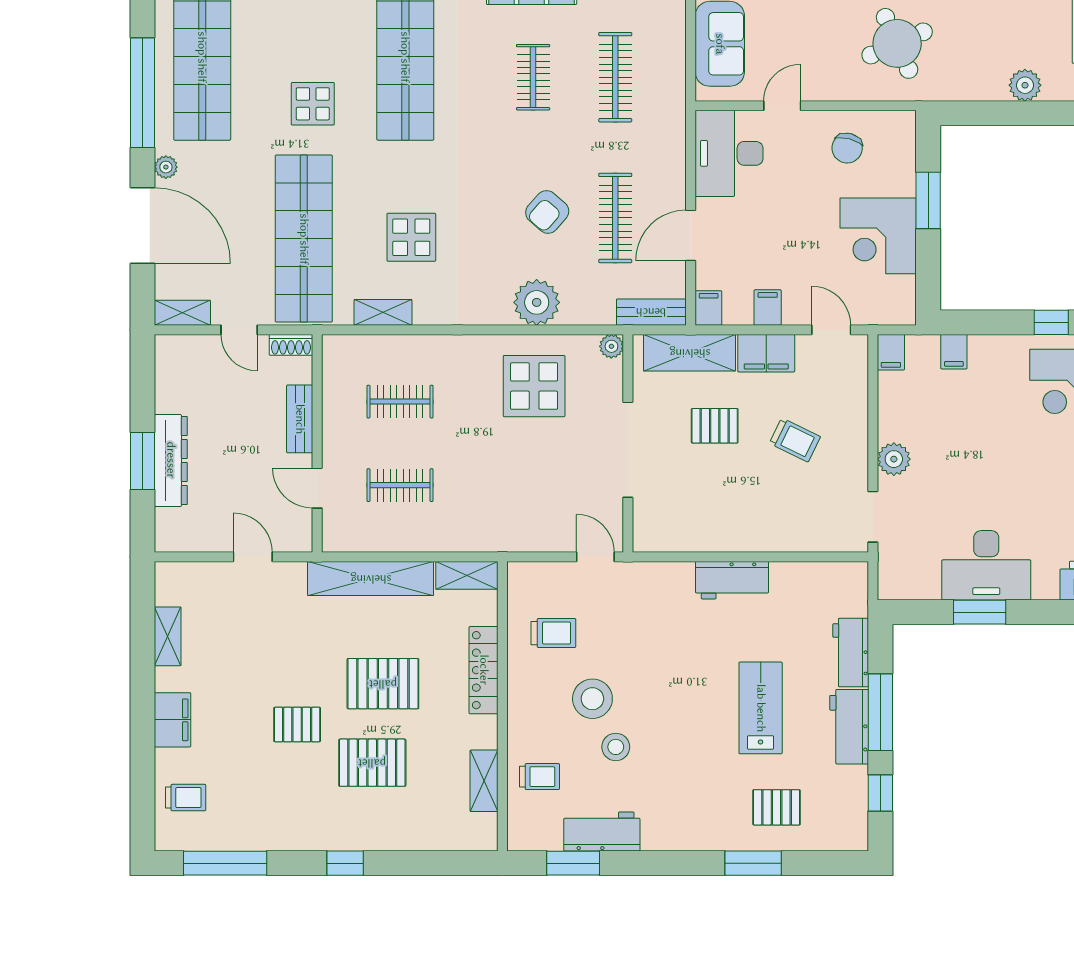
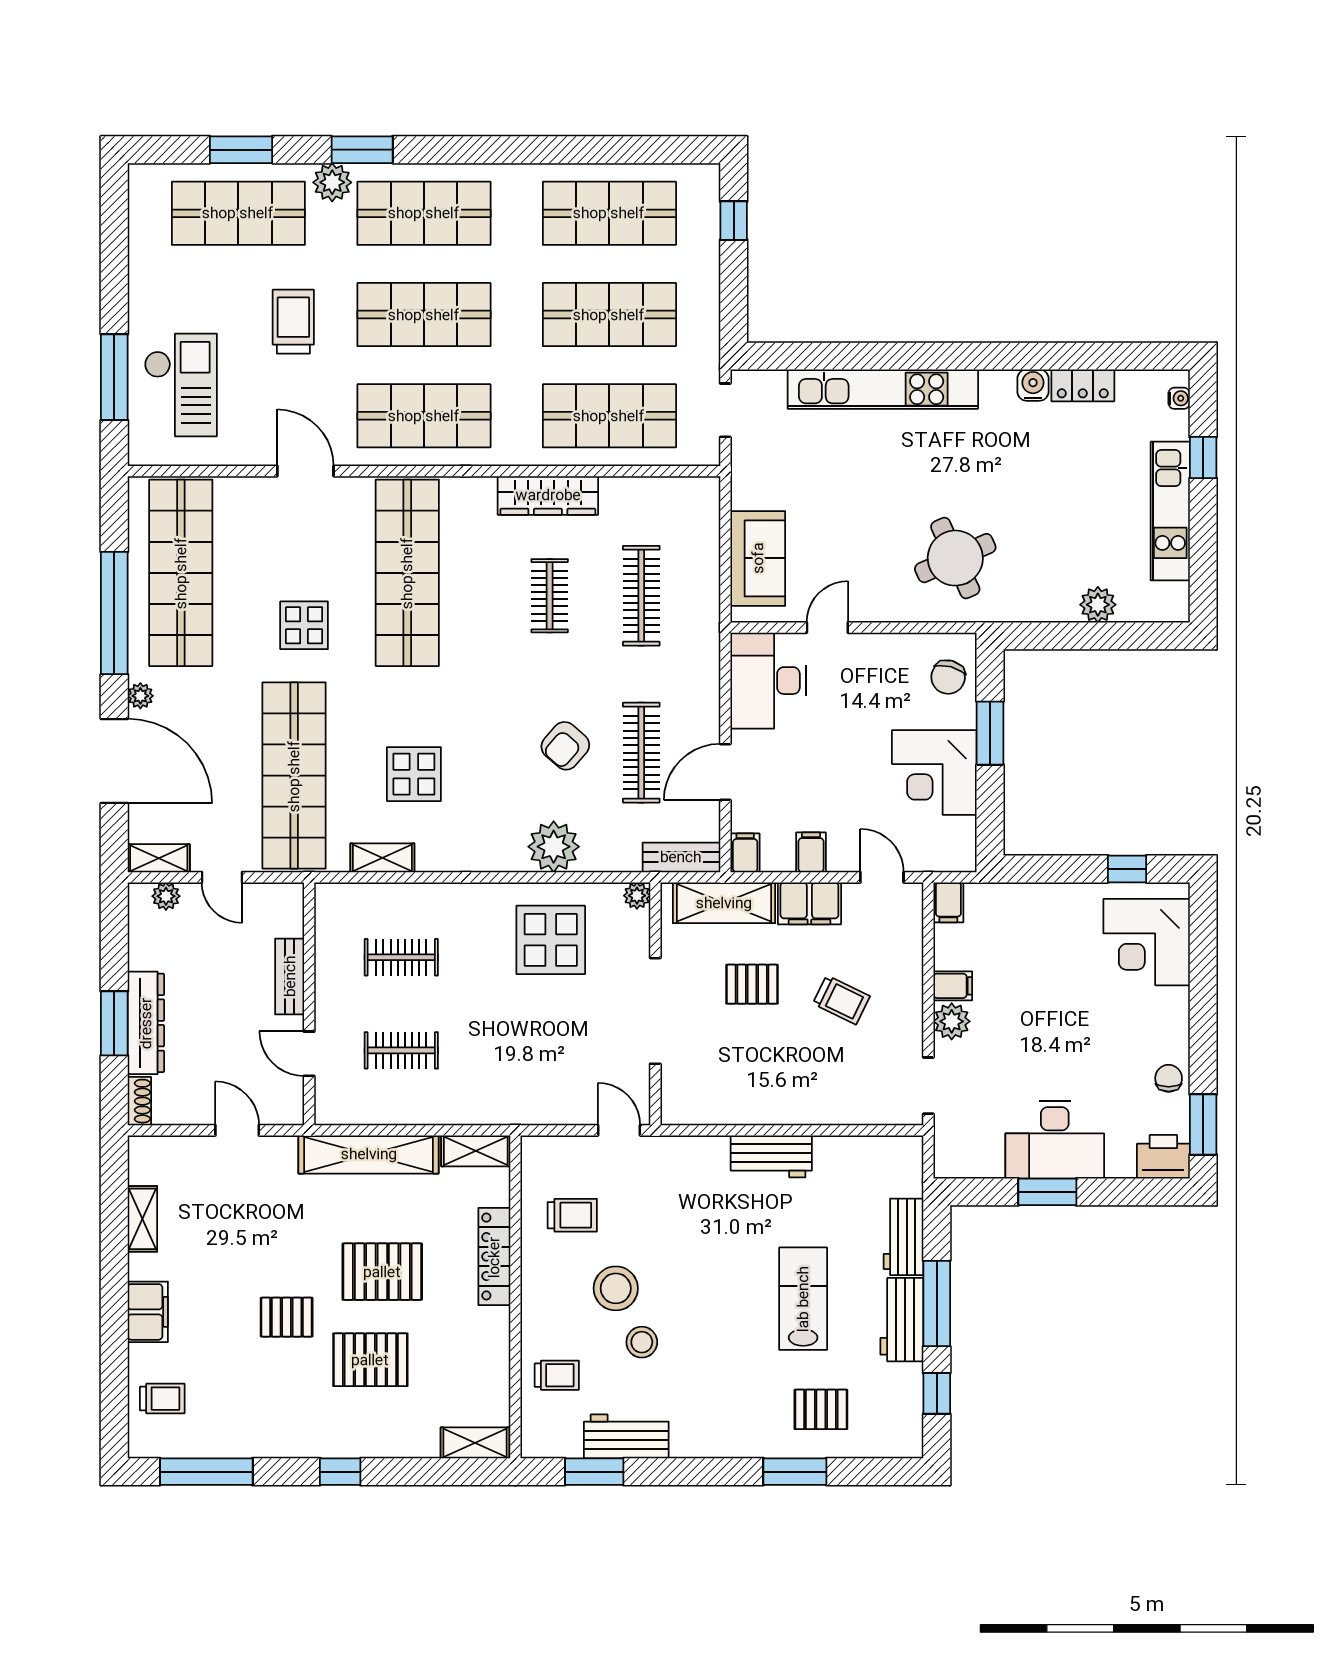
chair: (847, 148) -> (948, 677), moved
shoe rack: (291, 345) -> (139, 1101), moved, turned -90
plant: (189, 347) -> (166, 896), added
filing cabinet: (954, 352) -> (953, 986), moved, turned -90
shelving: (484, 781) -> (475, 1443), moved, turned 90

